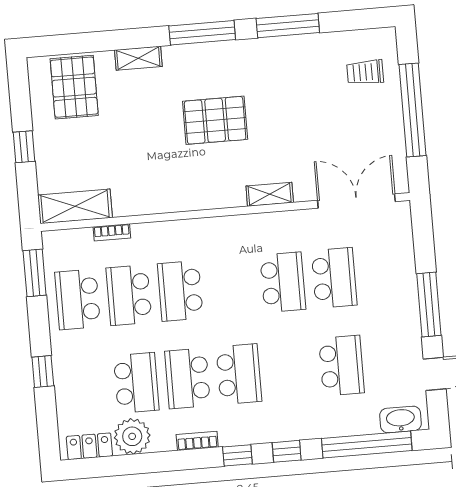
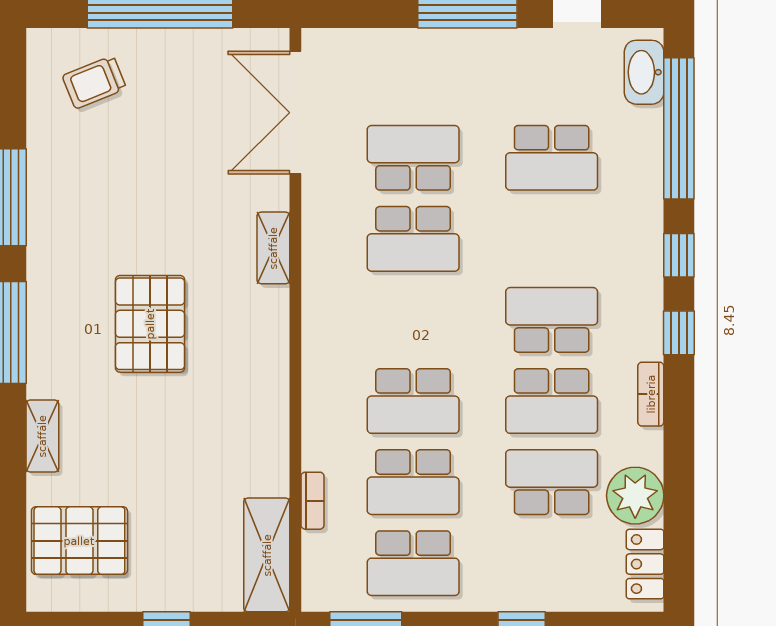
trolley: (365, 72) -> (94, 82), turned 68
school desk: (283, 282) -> (413, 239), turned 180
school desk: (341, 366) -> (552, 158), turned 180

